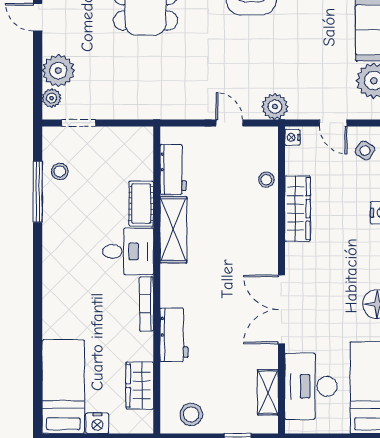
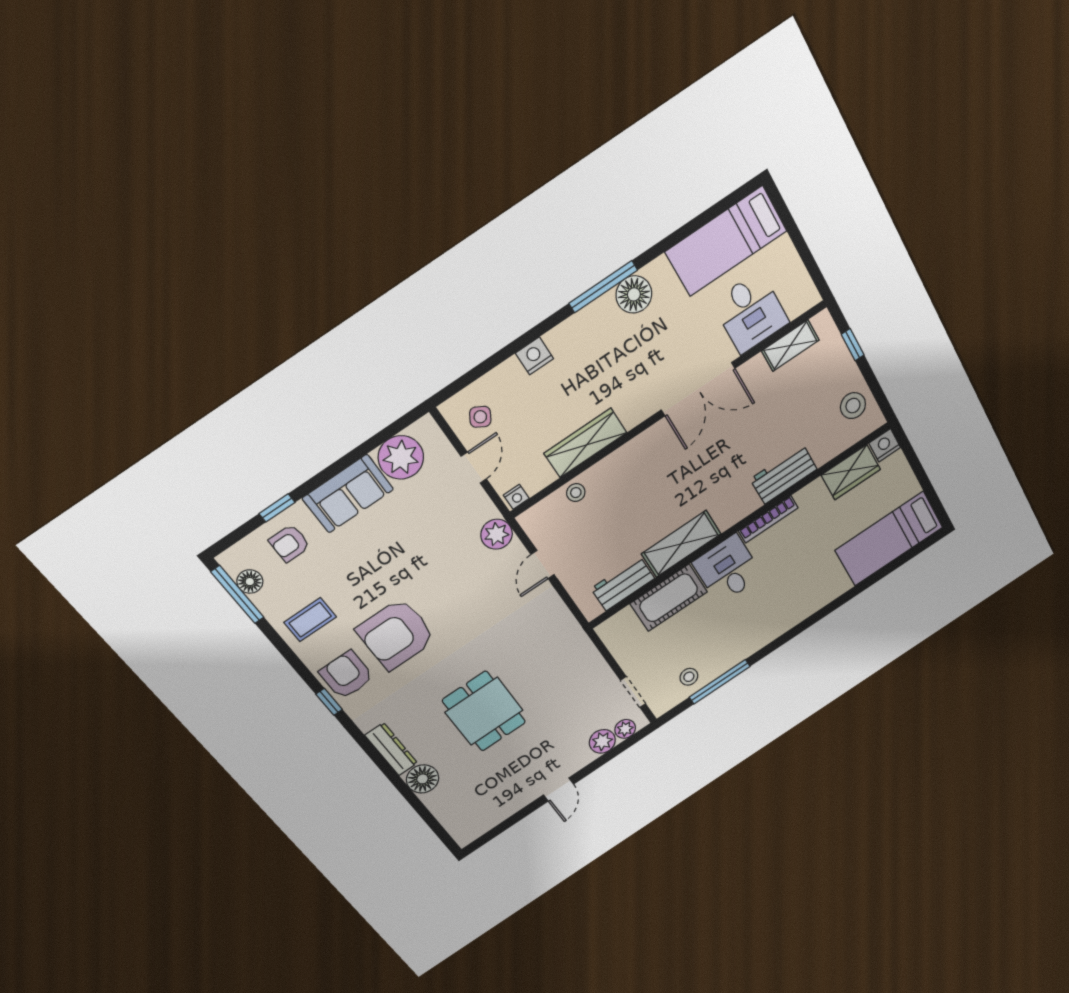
plant: (58, 71) -> (602, 741), width x0.73, depth x0.73
cot: (141, 204) -> (669, 598), width x1.37, depth x1.34
desk: (311, 386) -> (751, 312), width x0.73
nightstand: (97, 423) -> (885, 445), moved, turned -90

